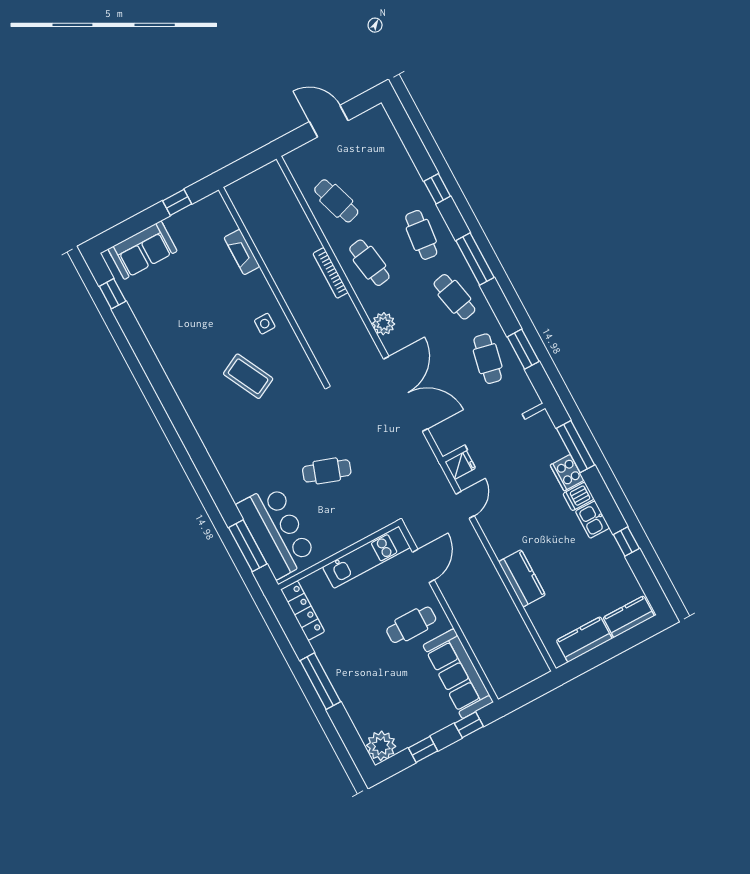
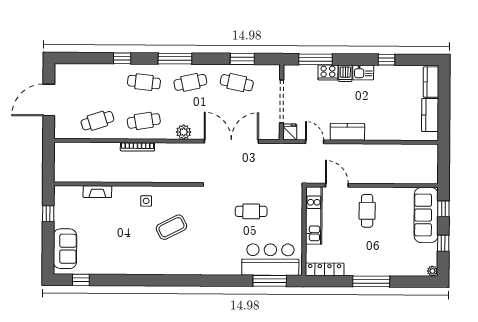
door: (329, 121) -> (49, 100), width x1.36
cafe table: (327, 471) -> (251, 211), turned 71
kitchen counter: (522, 578) -> (347, 132), moved
sofa: (458, 674) -> (426, 215), moved, turned 90
plant: (381, 746) -> (432, 271), width x0.53, depth x0.53

